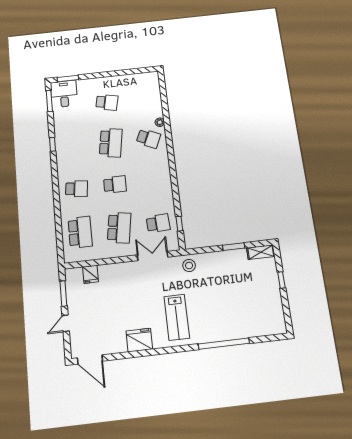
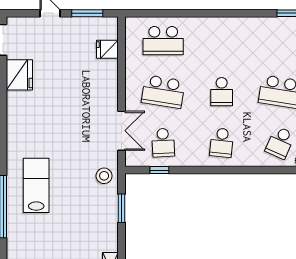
school desk: (77, 189) -> (222, 143), moved
window: (234, 247) -> (122, 208), moved
lab bench: (177, 317) -> (36, 185), moved, turned 90
fridge: (139, 340) -> (19, 75), moved

